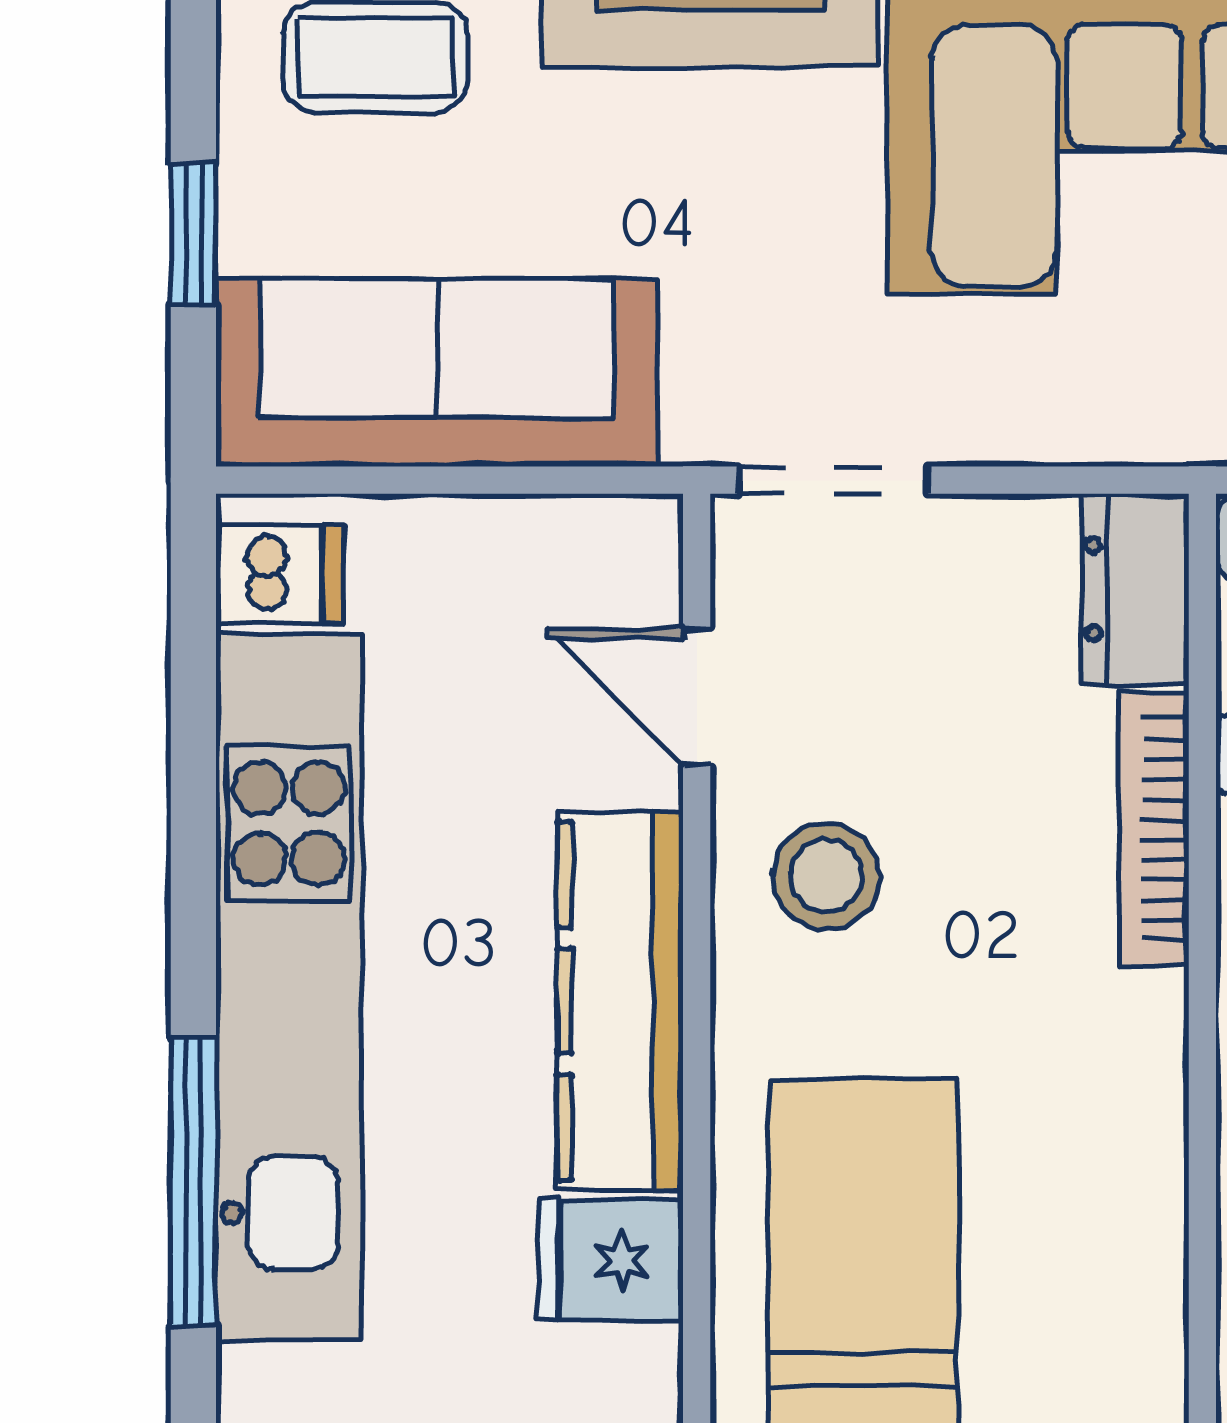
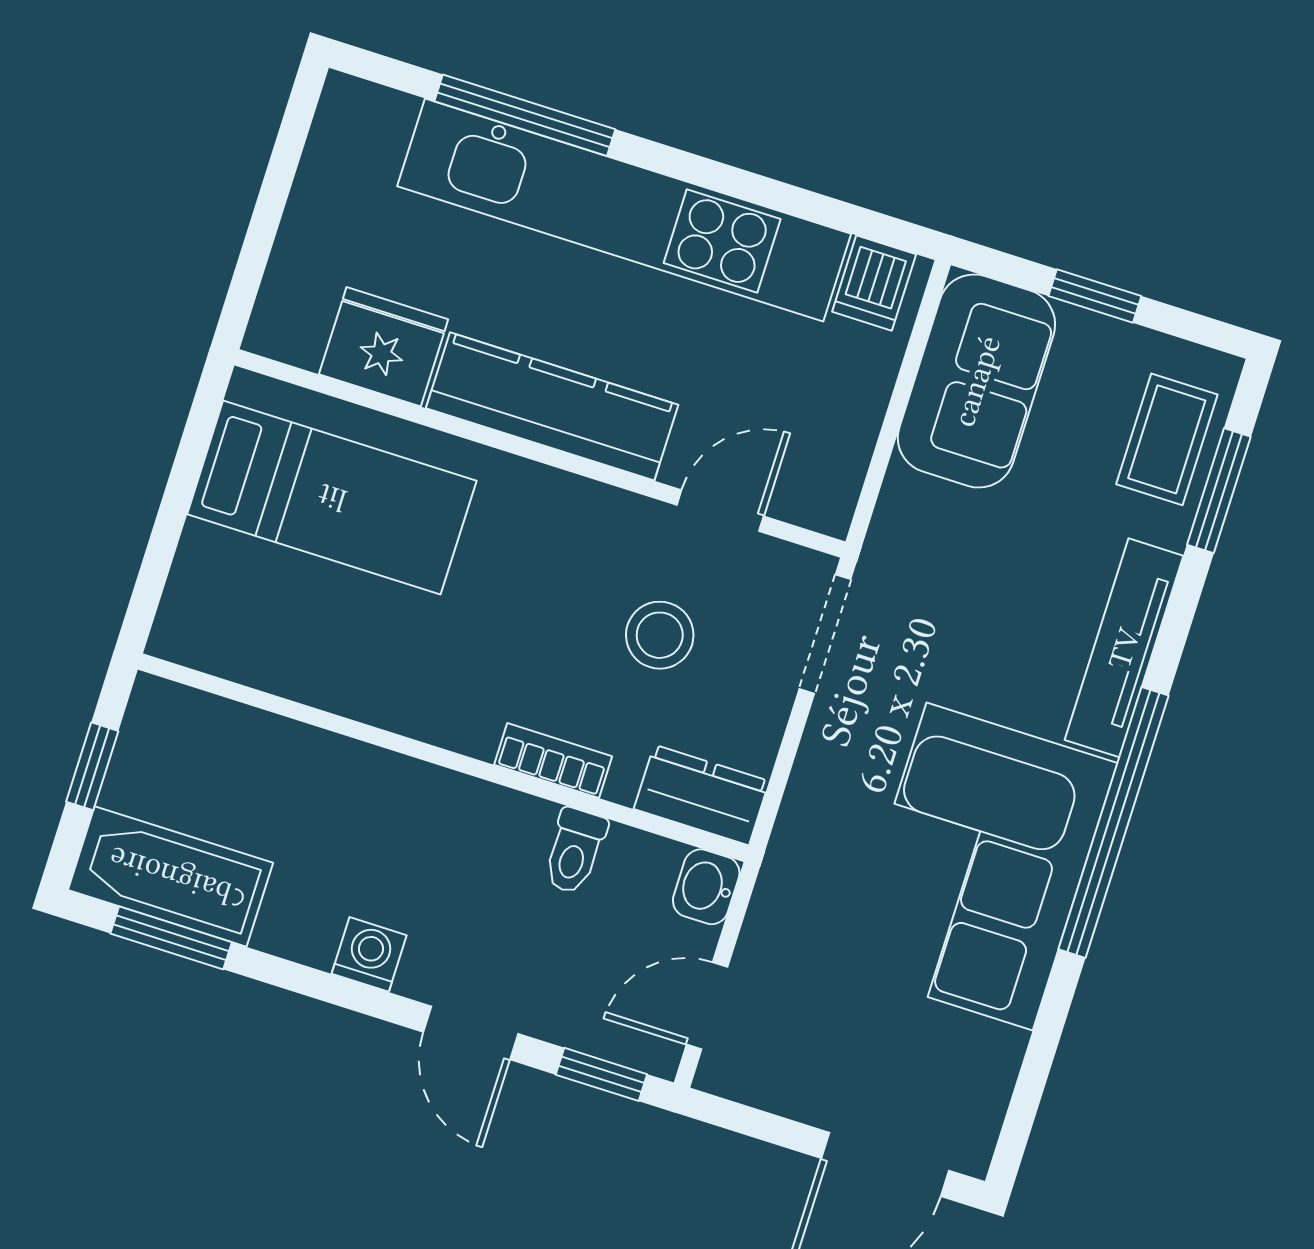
sofa: (437, 373) -> (976, 381), width x0.73
bookcase: (1154, 830) -> (553, 761), width x0.64
stool: (826, 876) -> (660, 635), moved
fridge: (611, 1260) -> (384, 347), width x1.38

